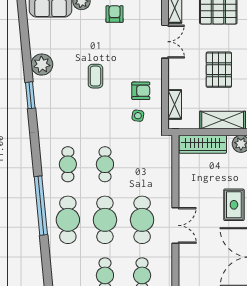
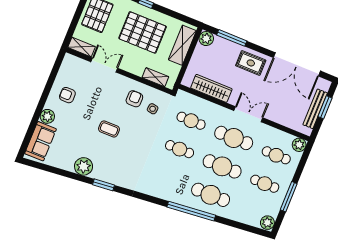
pallet: (219, 70) -> (143, 32), width x1.37, depth x1.41
wardrobe: (203, 144) -> (211, 88), moved, turned -90
cafe table: (68, 164) -> (191, 121), moved

